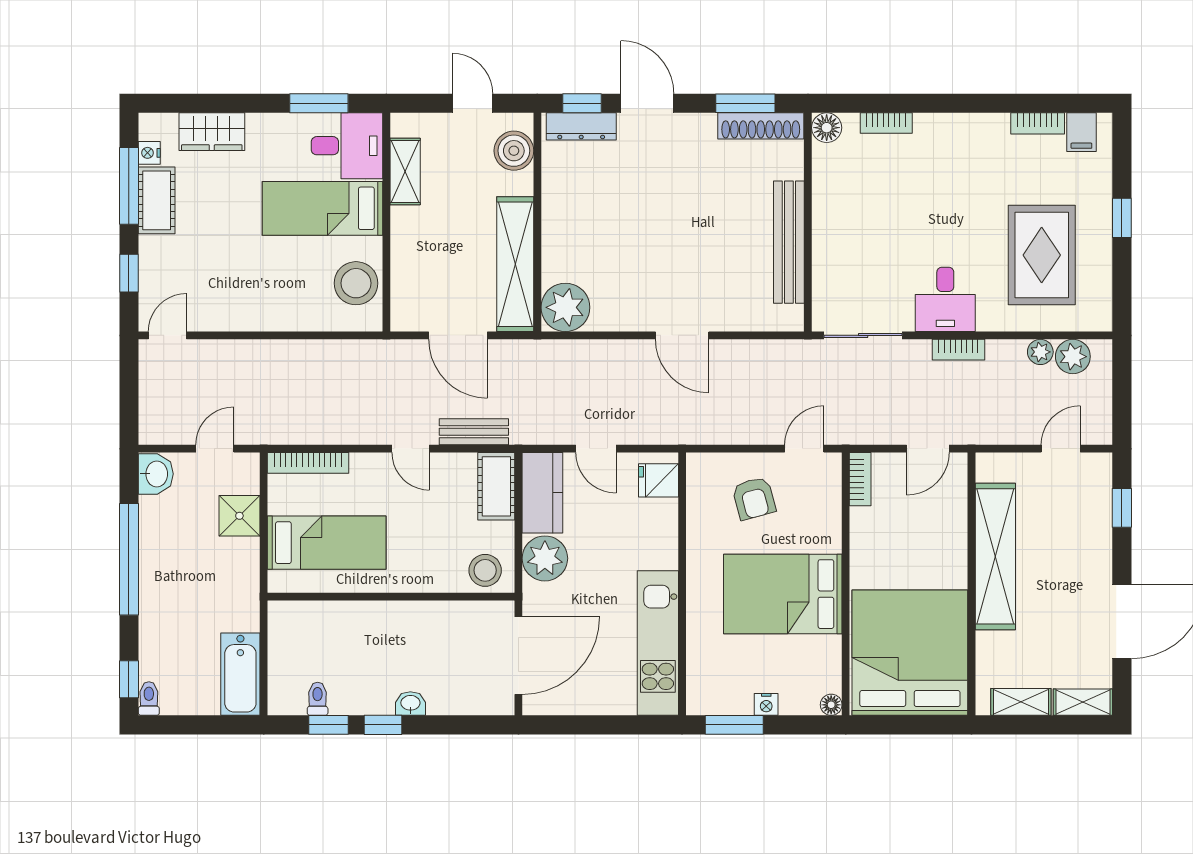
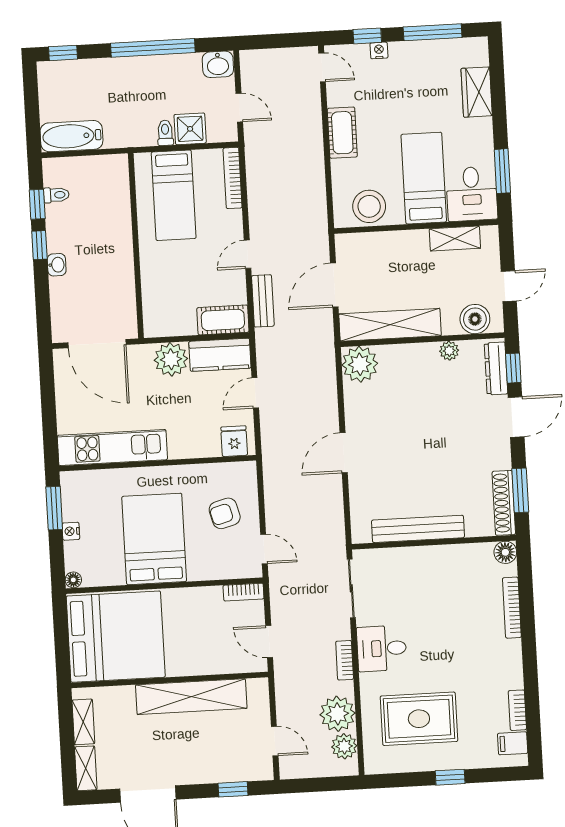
bookcase: (886, 123) -> (512, 608), width x1.56
nightstand: (149, 153) -> (379, 50), moved
plant: (554, 187) -> (449, 351), added
cot: (157, 200) -> (342, 133), moved, turned 90
plant: (1040, 352) -> (337, 714), width x1.87, depth x1.87
stool: (485, 570) -> (159, 315), removed
toilet: (149, 699) -> (165, 133), moved, turned -90

